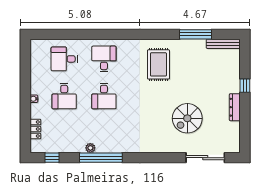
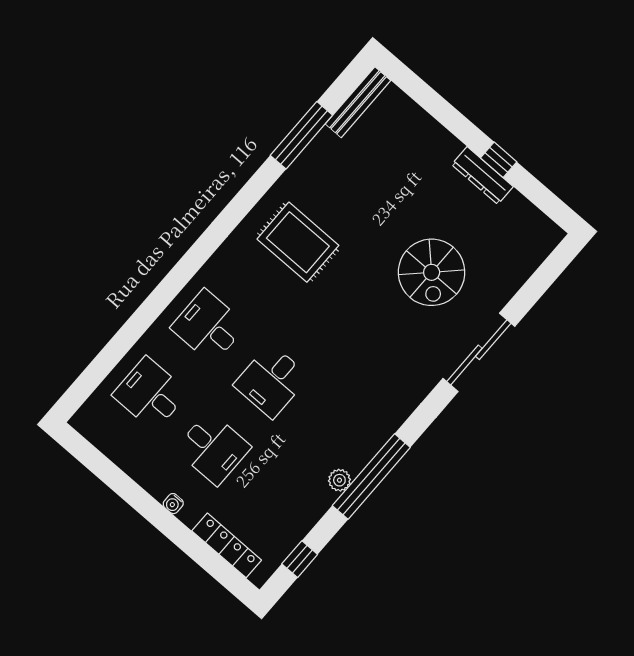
desk: (64, 59) -> (150, 394), turned 90
window: (245, 86) -> (499, 160), moved
desk: (104, 96) -> (271, 381), turned 90
locker: (35, 129) -> (227, 545), width x1.53
sliding door: (205, 158) -> (479, 352), moved

